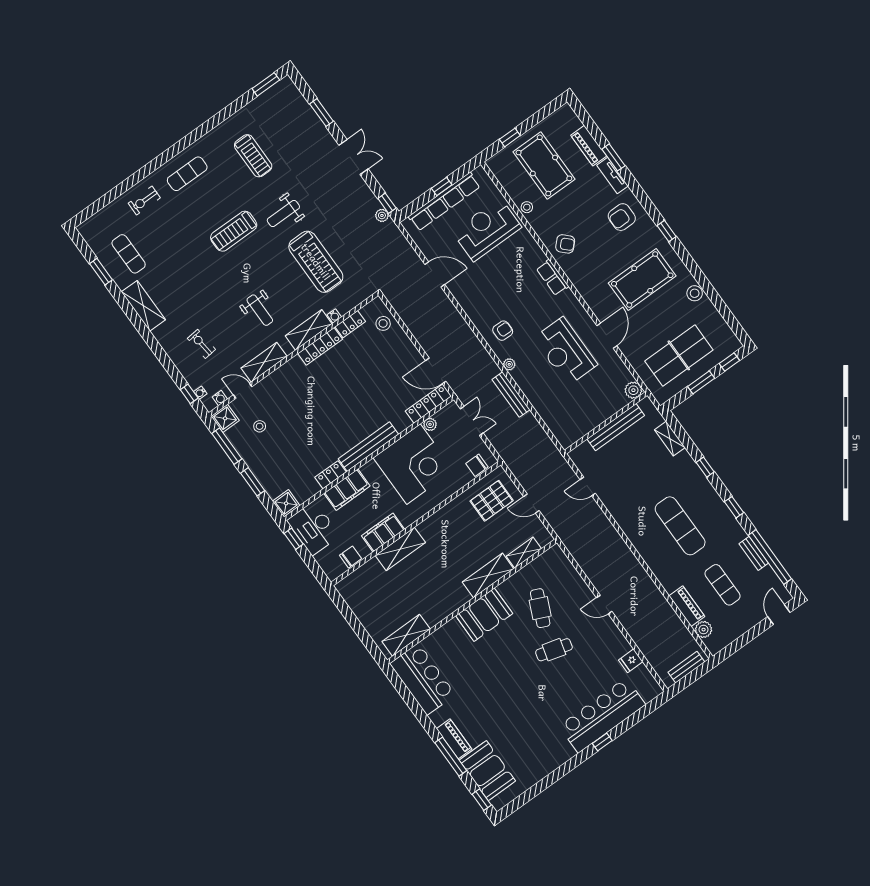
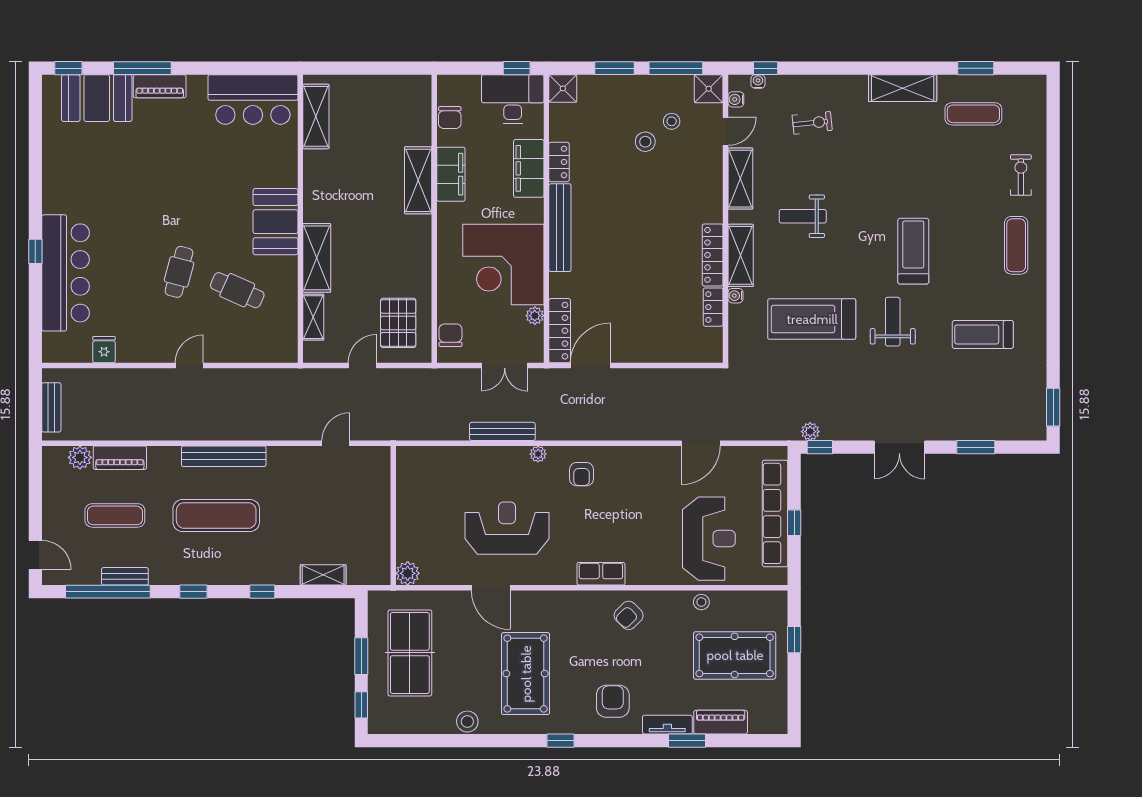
stool: (383, 323) -> (645, 142), moved
bench: (616, 427) -> (224, 456), moved, turned 90

